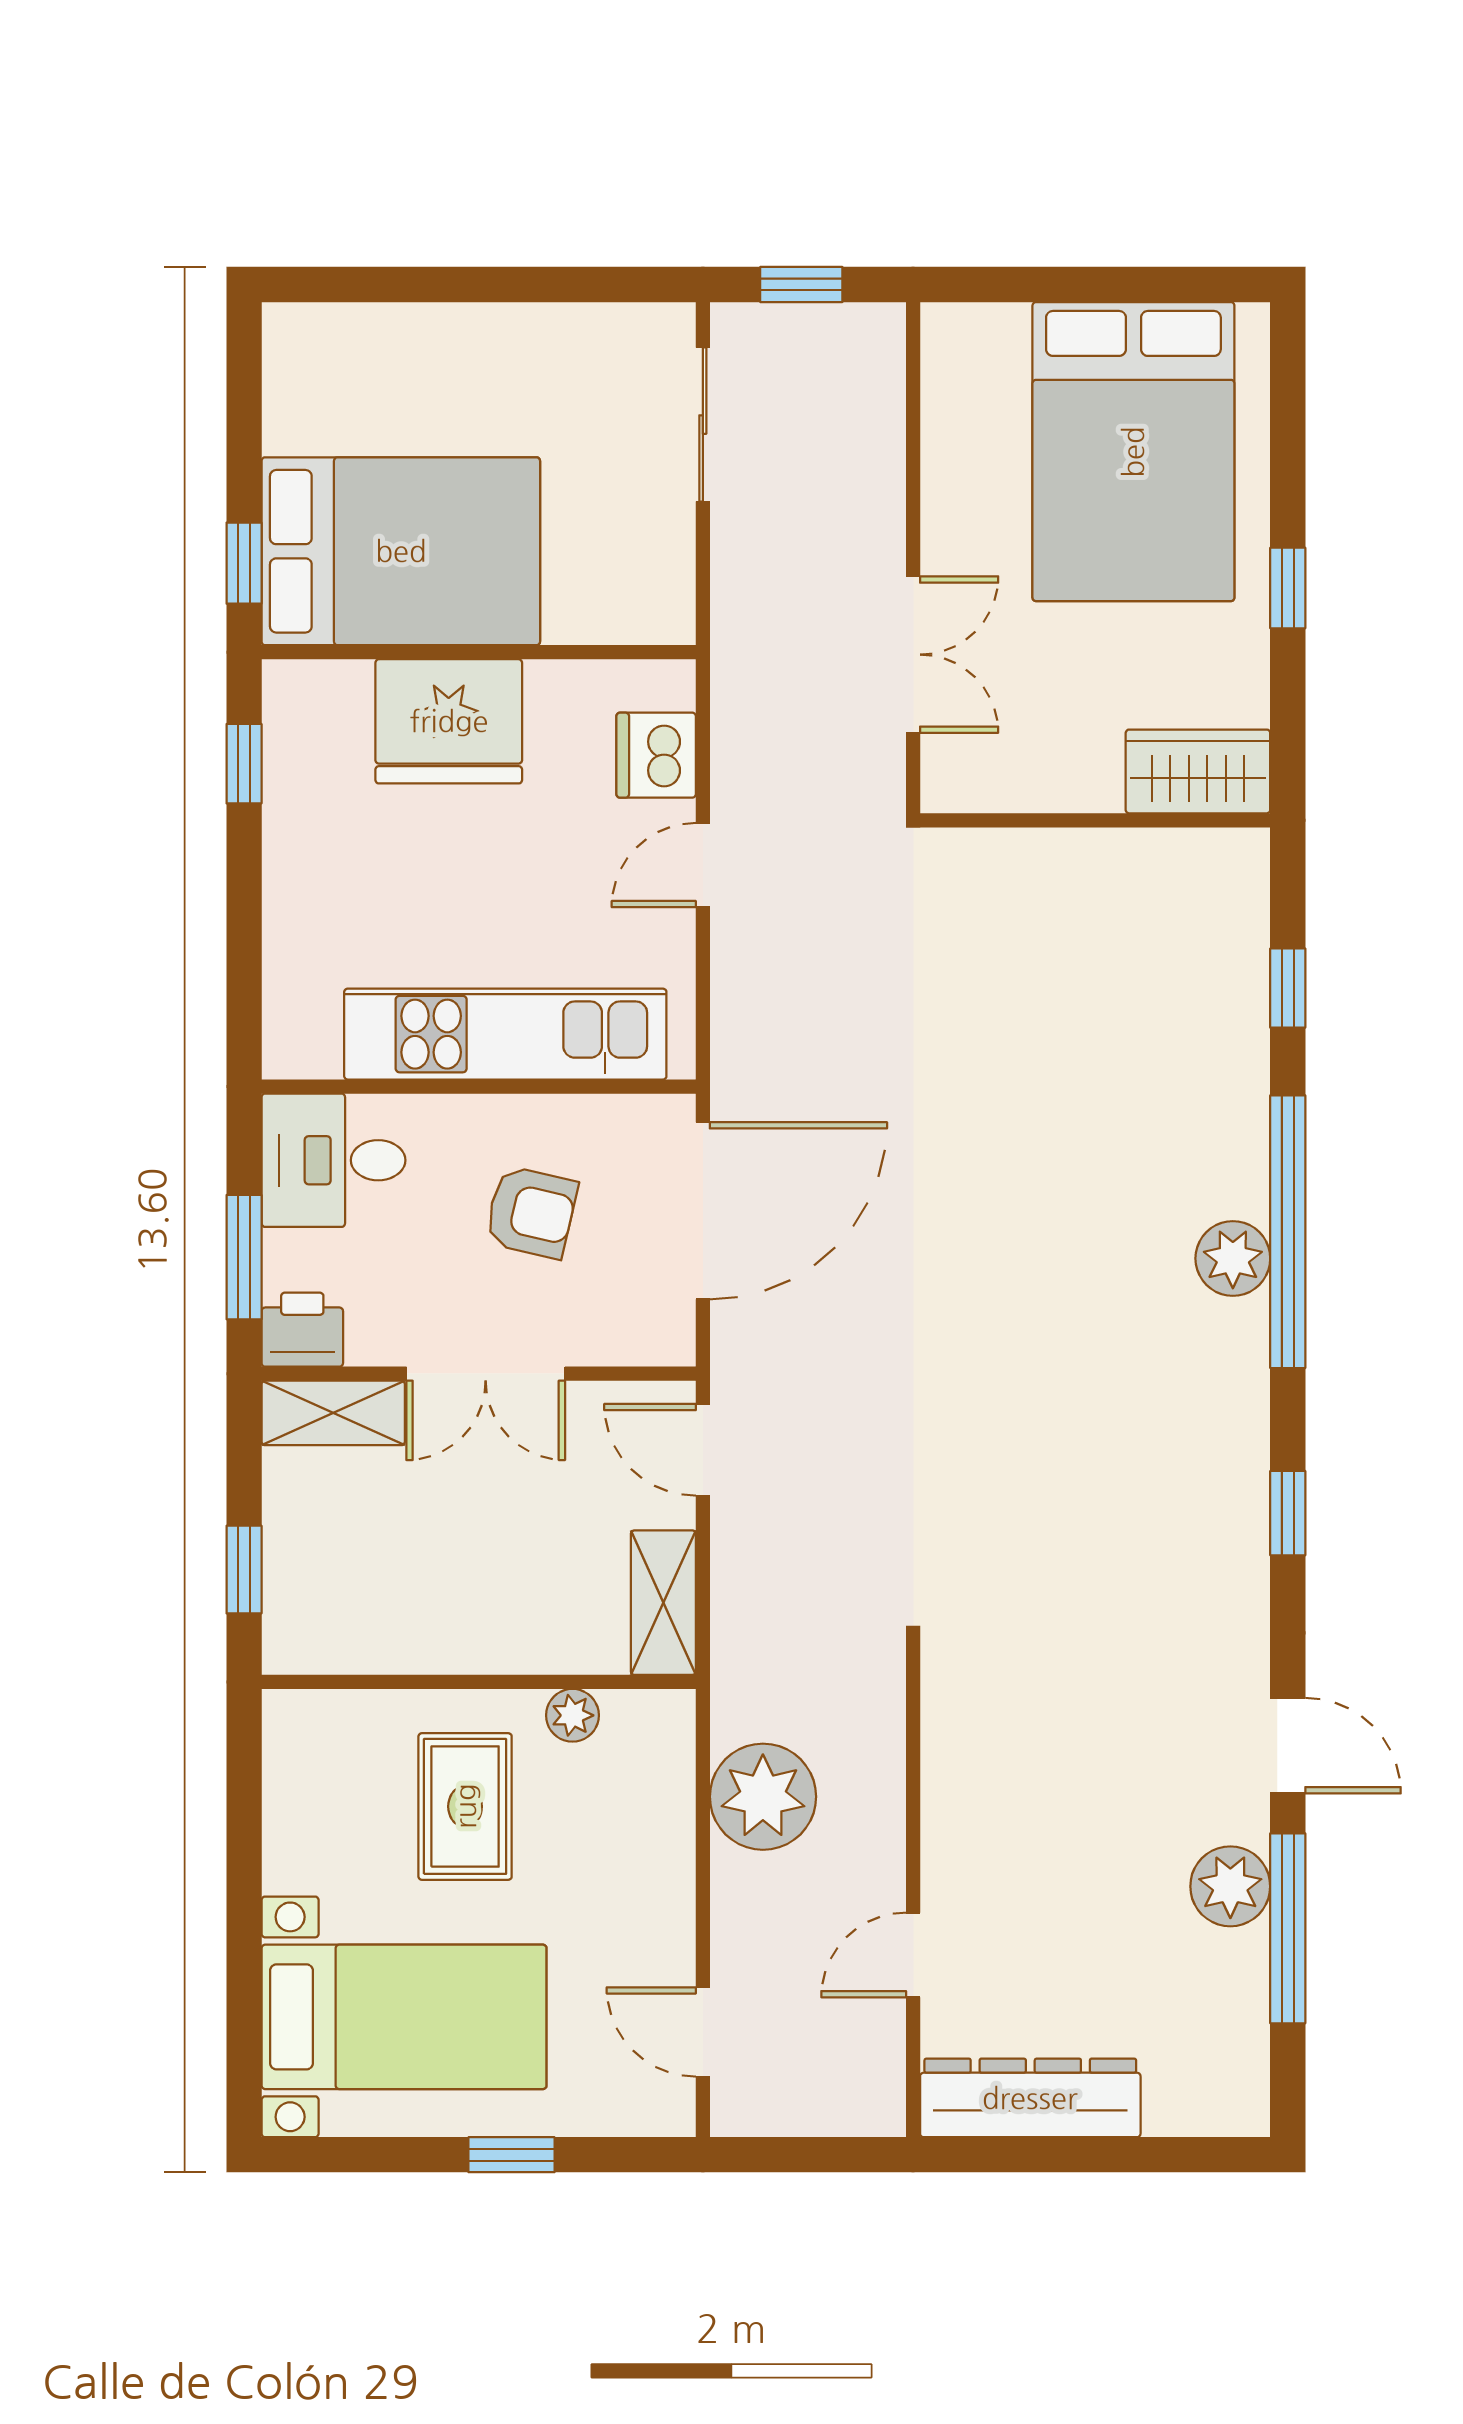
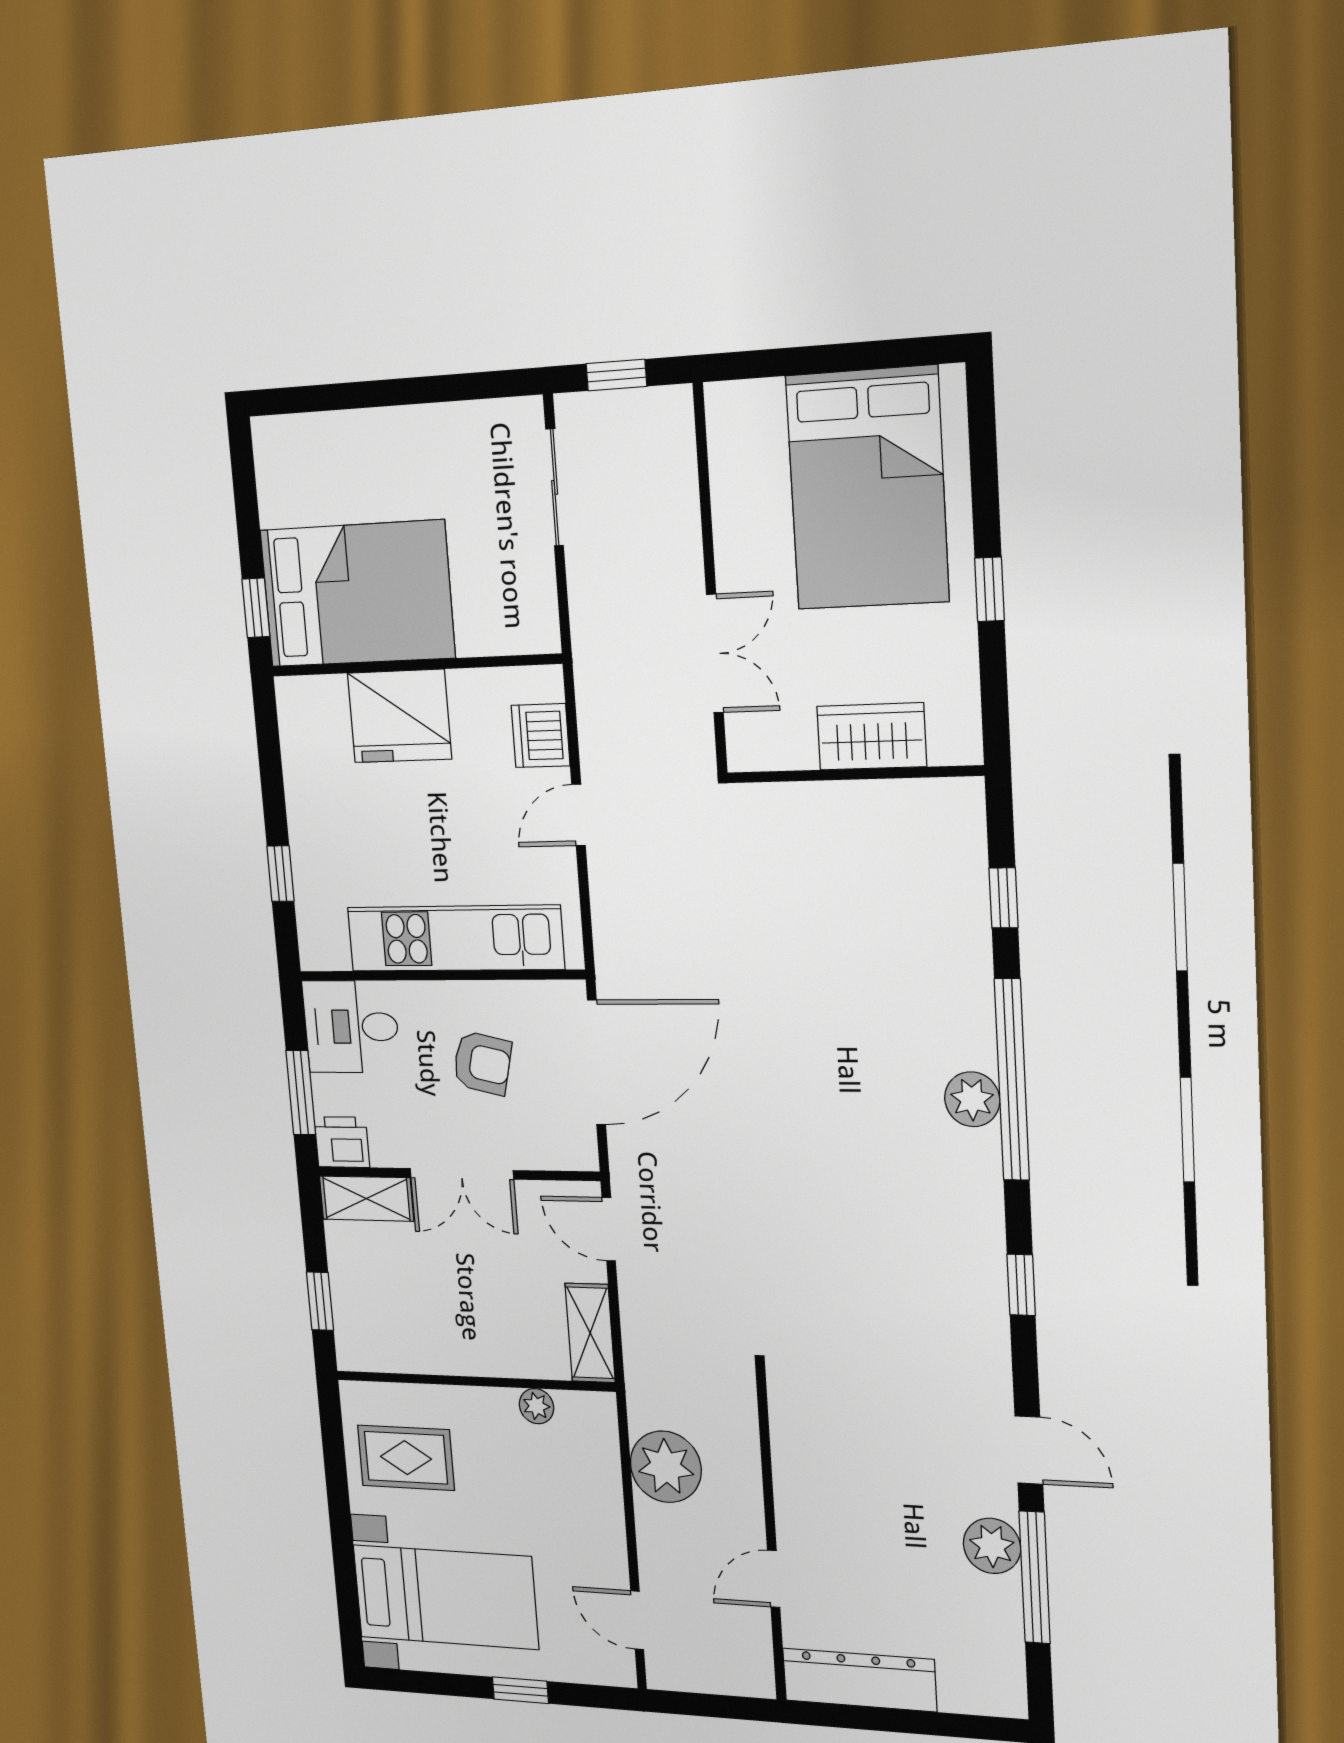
window: (244, 764) -> (280, 874), moved
wardrobe: (1198, 771) -> (872, 736), moved
rug: (465, 1806) -> (406, 1458), moved, turned 90

